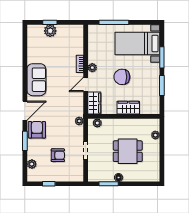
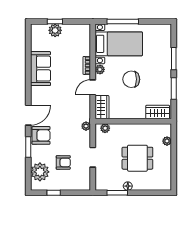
bed with nightstands: (137, 44) -> (119, 44), moved, turned 180
sofa: (36, 80) -> (41, 69), moved
wardrobe: (128, 108) -> (158, 112), moved
armchair: (37, 130) -> (41, 135), turned 90
plant: (32, 164) -> (40, 172), width x1.87, depth x1.87

